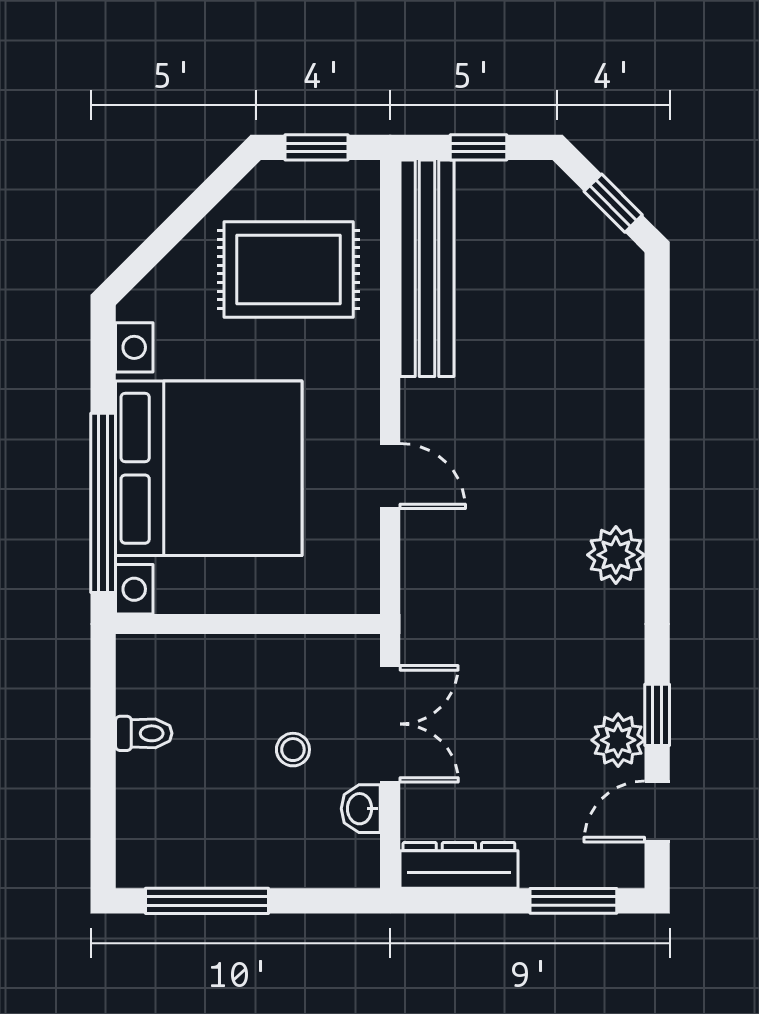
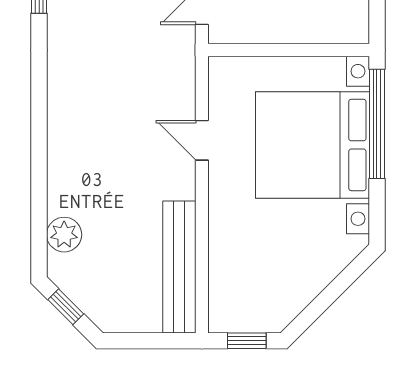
window: (479, 147) -> (148, 341), removed
rug: (289, 270) -> (264, 266), removed
plant: (616, 555) -> (64, 235), moved

